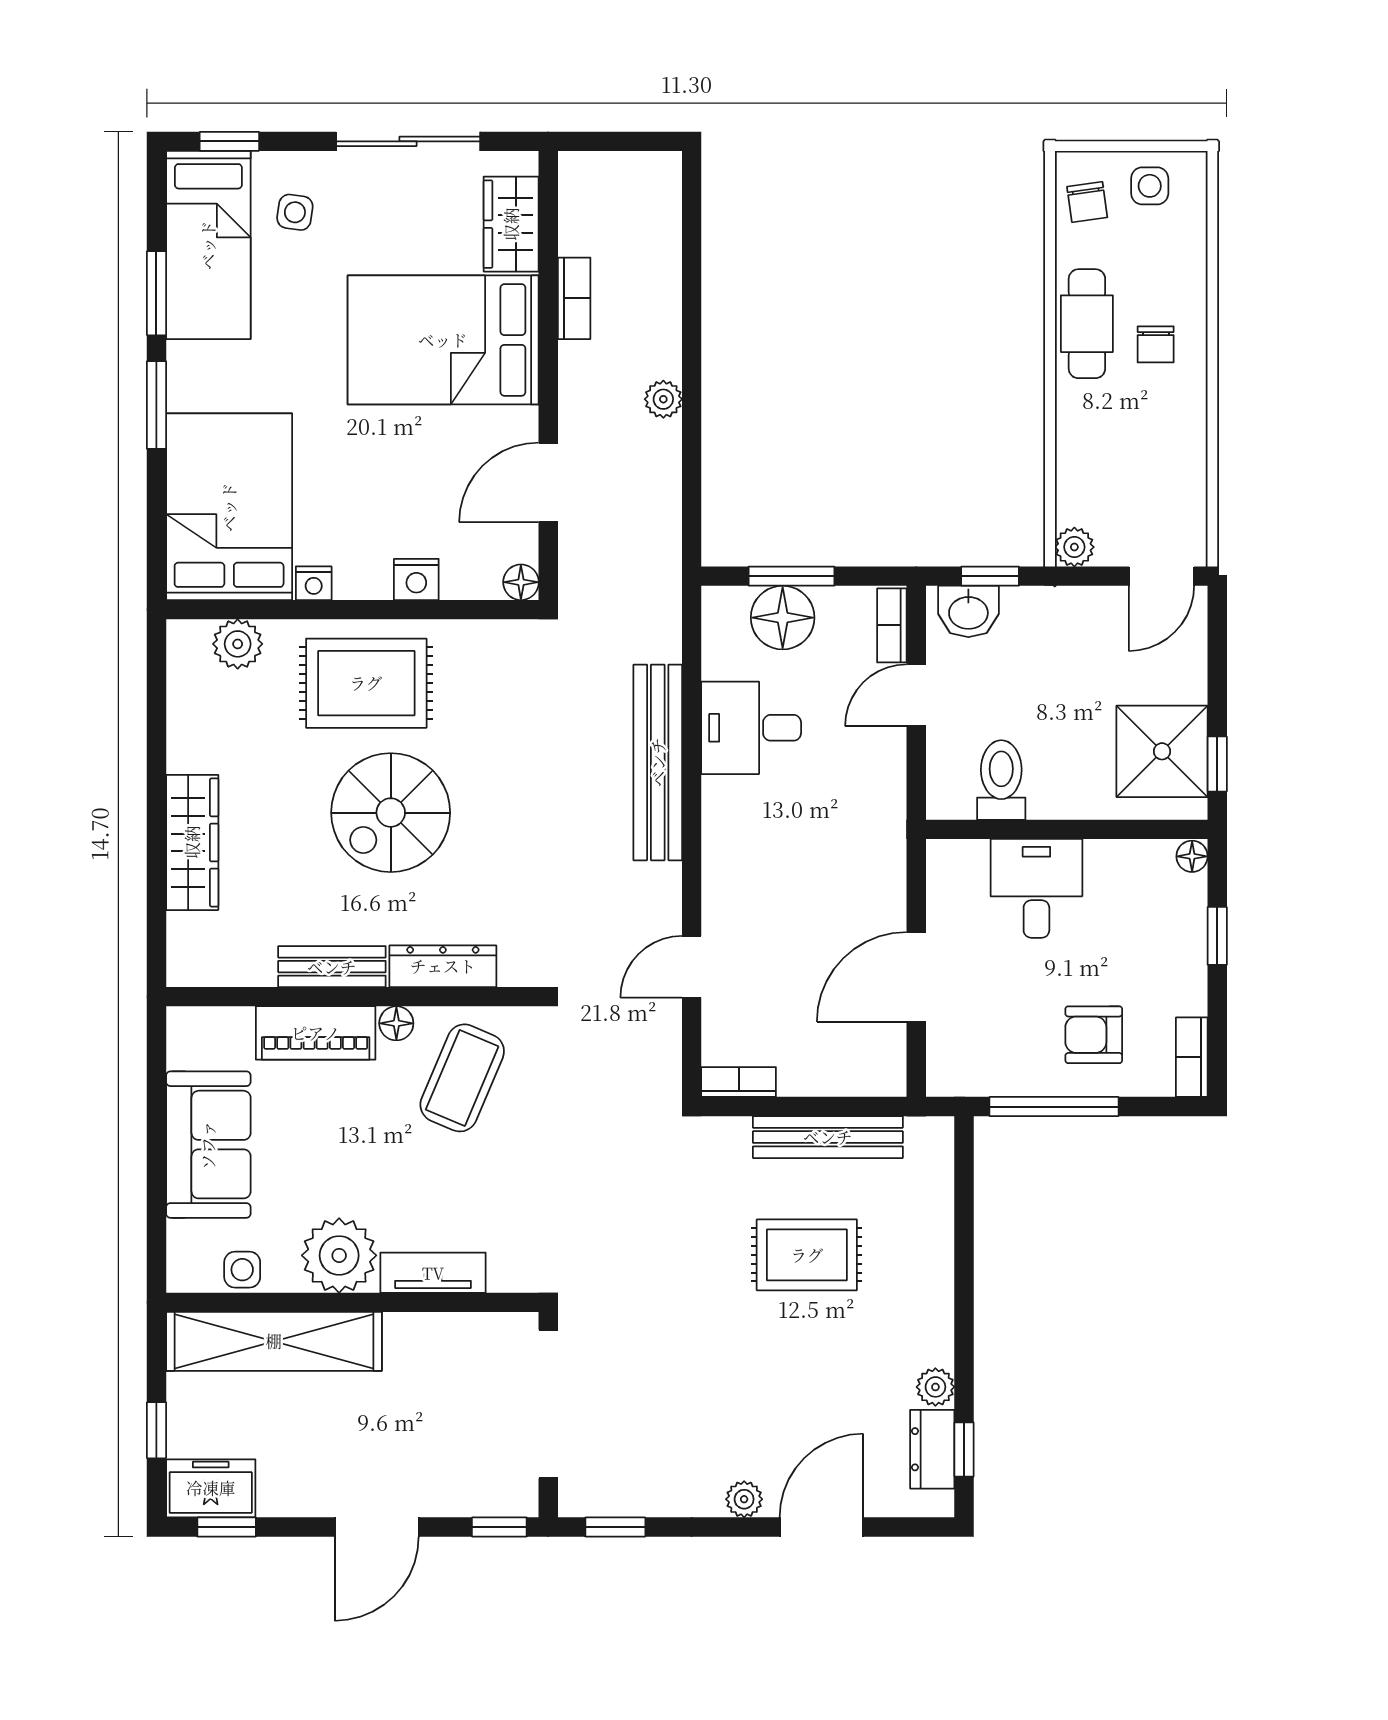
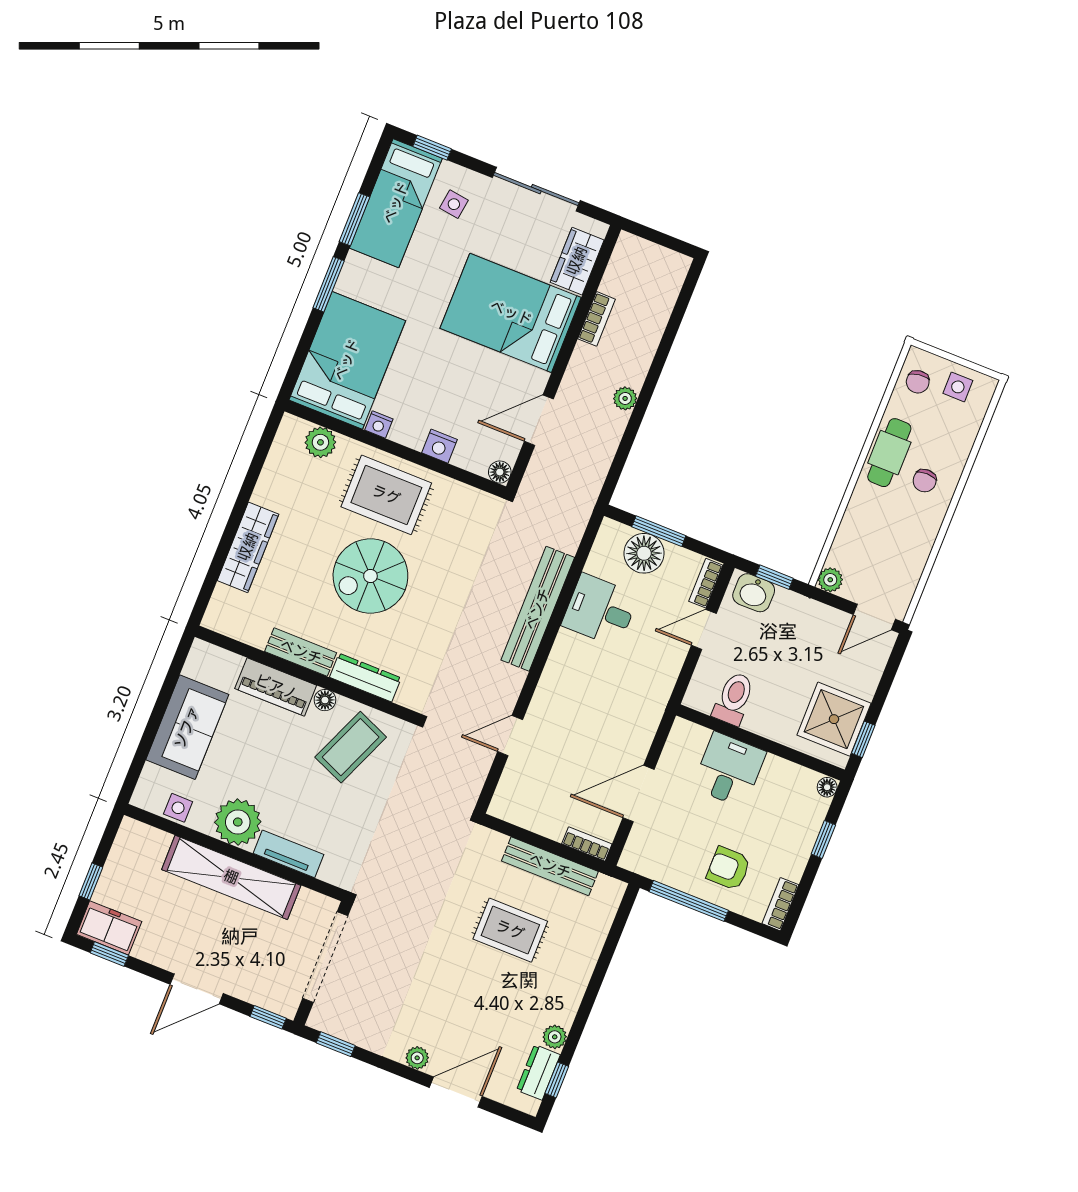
bookcase: (739, 1082) -> (587, 844), moved
shelving: (274, 1341) -> (231, 877), moved

